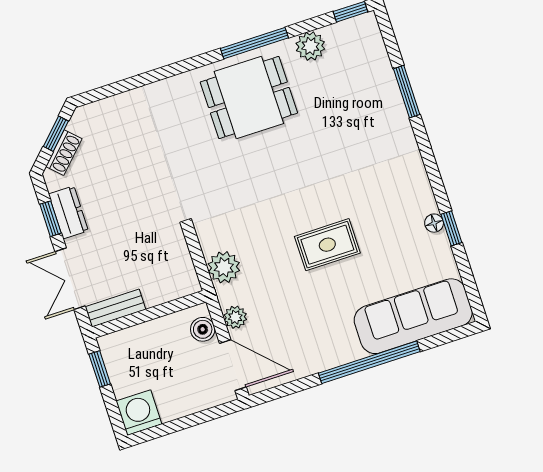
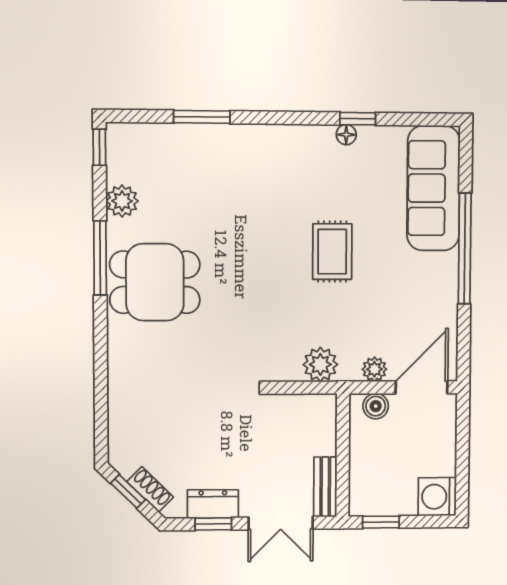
dining table: (249, 98) -> (155, 282), turned 90

